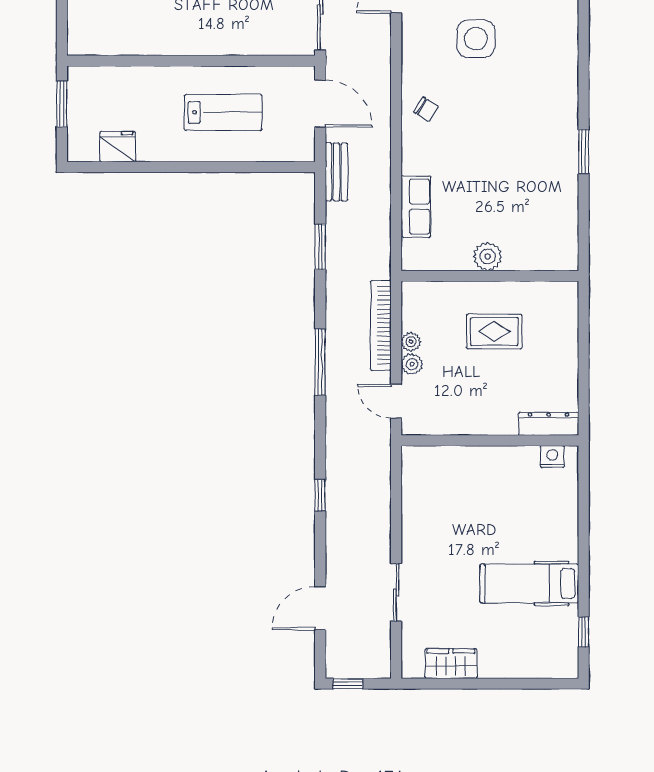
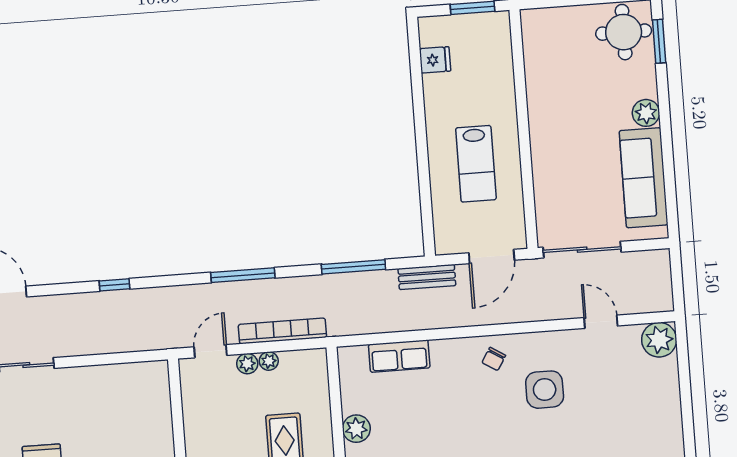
side table: (476, 39) -> (545, 390), moved
fridge: (118, 147) -> (435, 60), width x0.72
window: (320, 247) -> (353, 267), width x1.44

